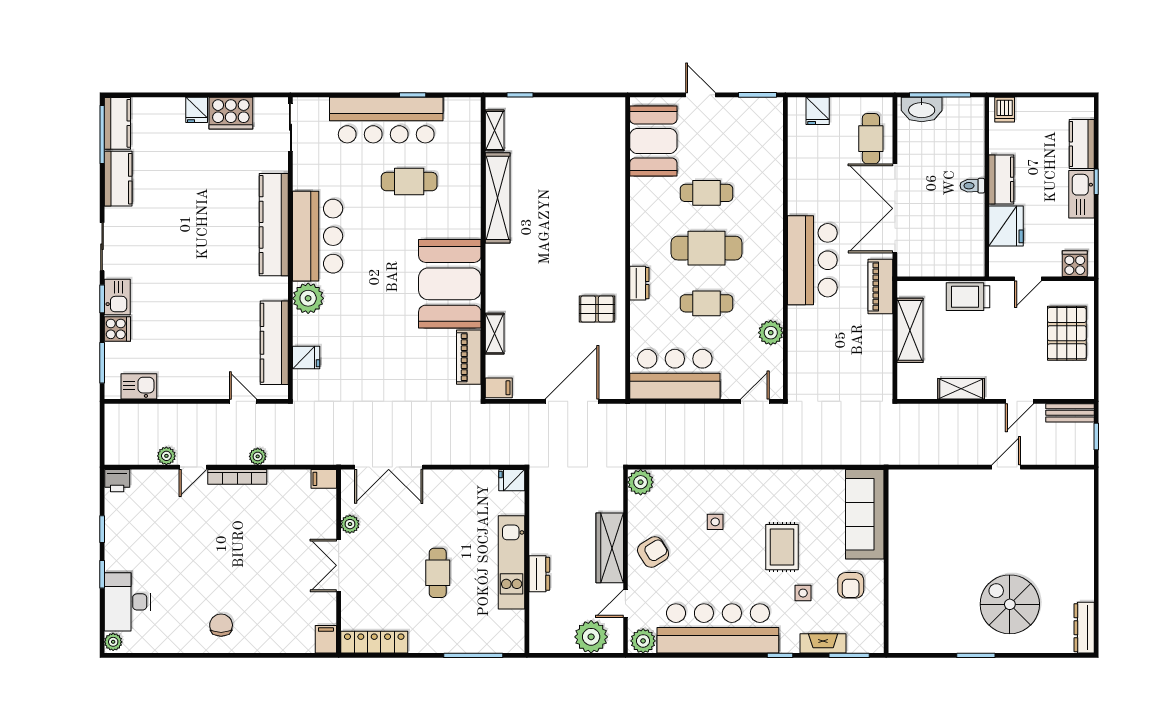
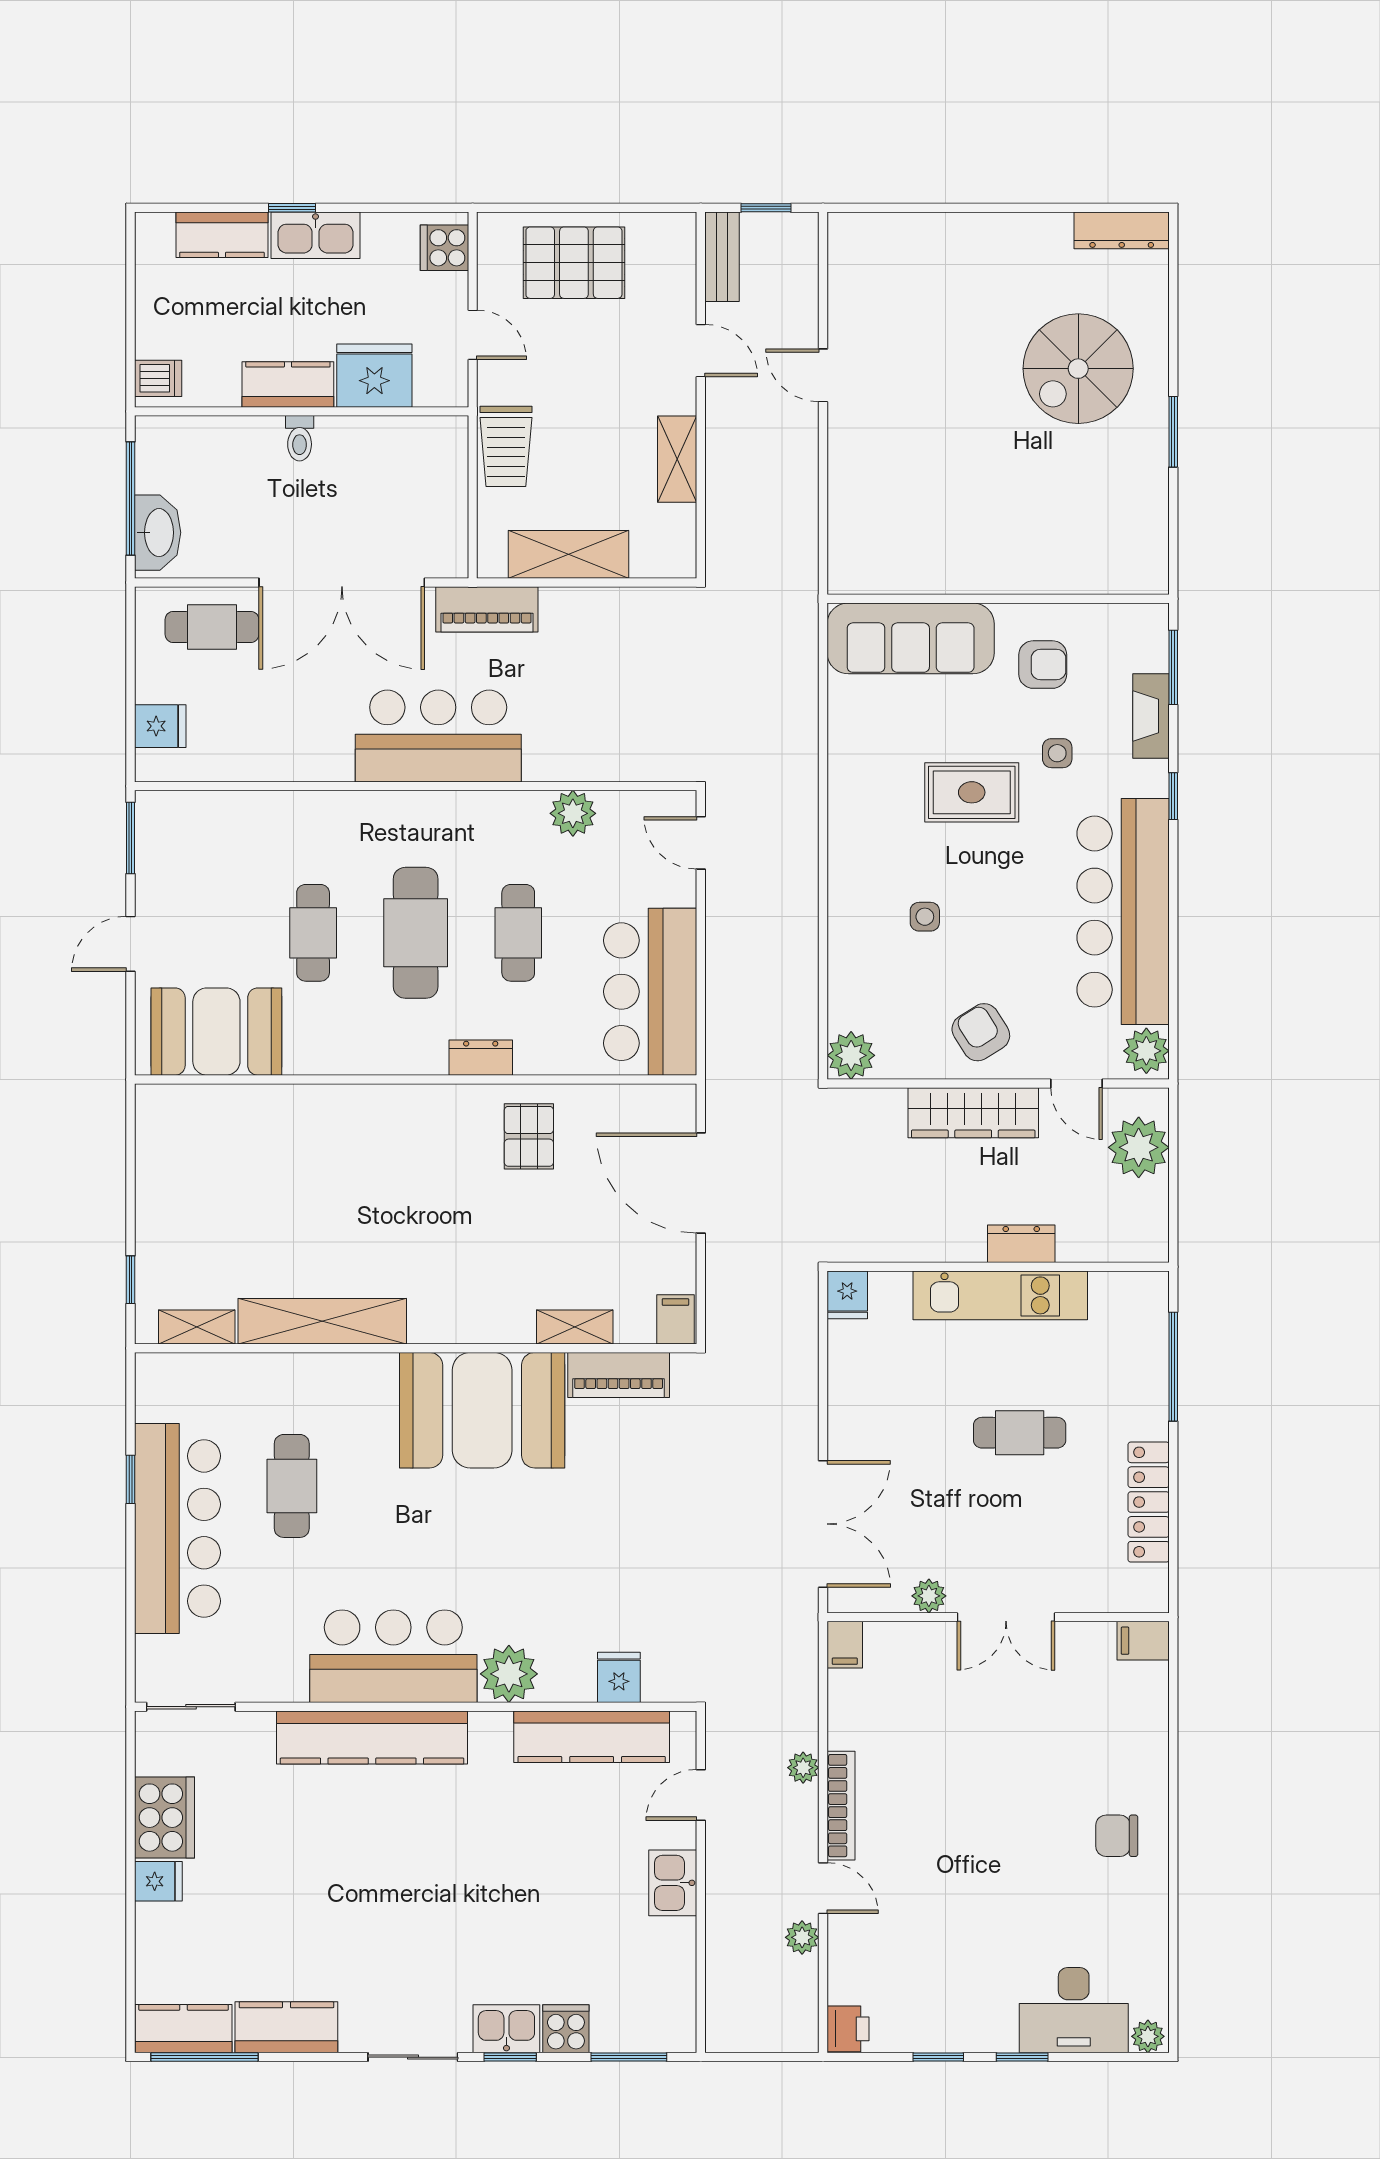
kitchen sink: (139, 386) -> (673, 1883), moved
locker: (374, 642) -> (1149, 1502), moved

